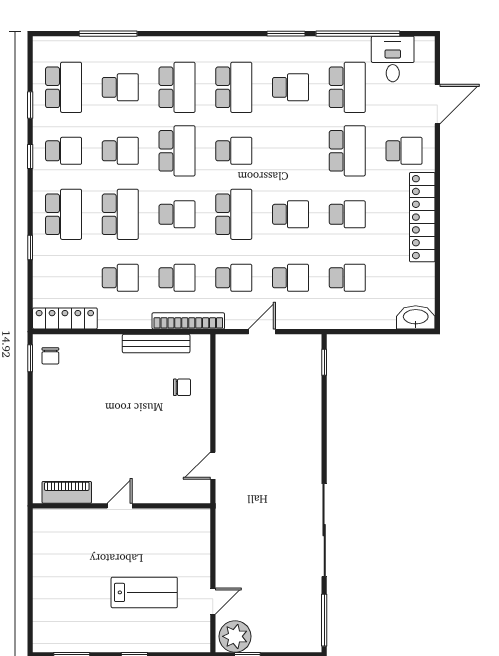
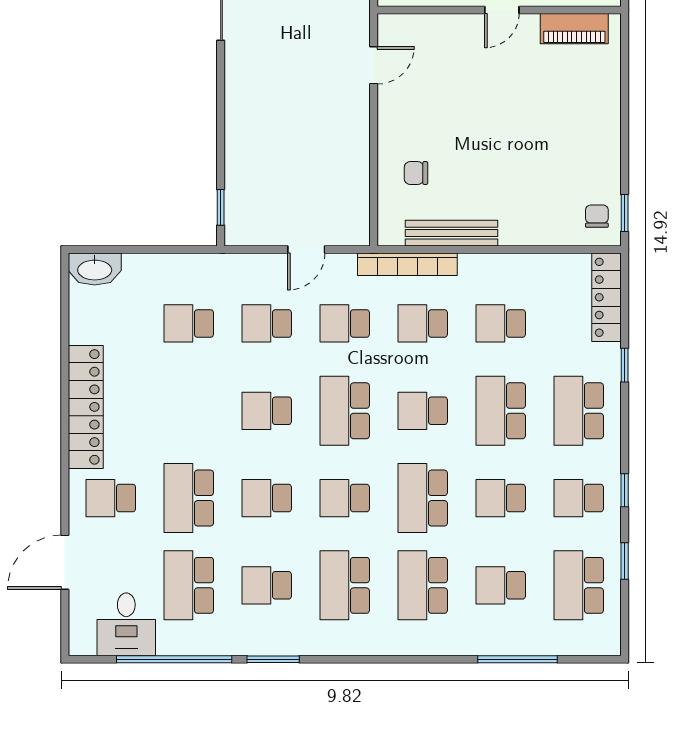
school desk: (347, 214) -> (267, 498), moved
locker: (65, 318) -> (607, 297), moved, turned 90

